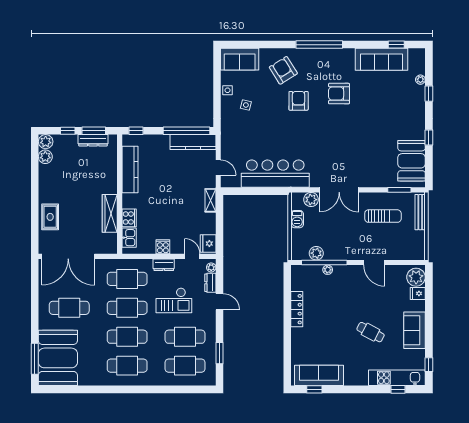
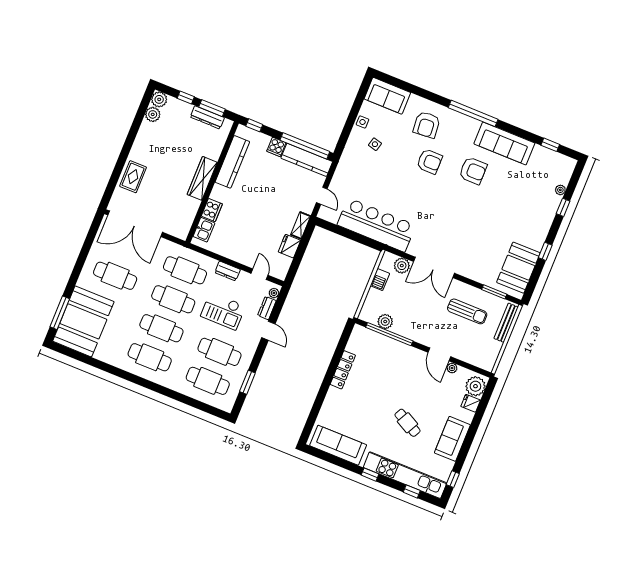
sofa: (381, 59) -> (504, 143), moved
armchair: (283, 70) -> (427, 125), turned -153
armchair: (339, 94) -> (473, 171), turned 180
armchair: (299, 101) -> (429, 161), turned 90
wardrobe: (110, 213) -> (202, 178), moved
fridge: (208, 244) -> (289, 246), moved
cooker: (163, 247) -> (276, 147), moved, turned 180
plant: (328, 270) -> (452, 368), moved
kitchen unit: (397, 378) -> (405, 475), width x1.36
window: (314, 389) -> (370, 475), moved

